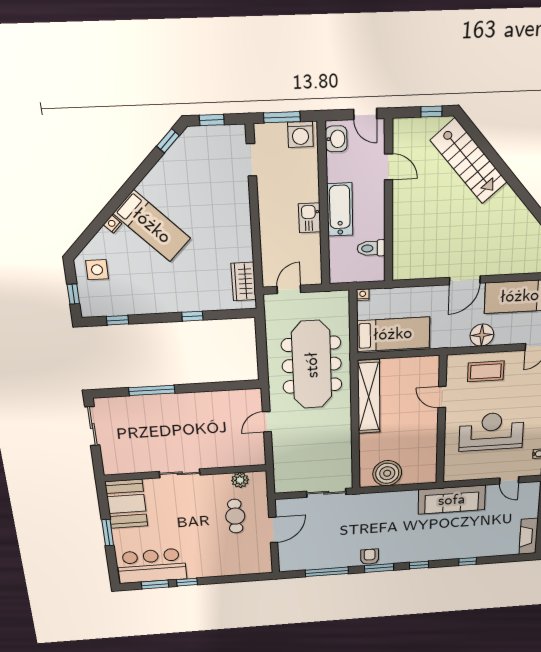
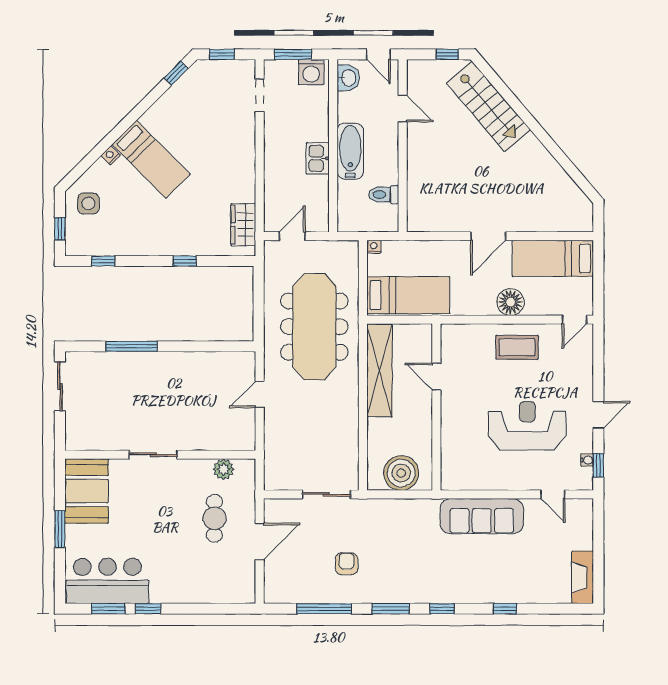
door: (442, 397) -> (436, 377), moved
wall: (441, 421) -> (436, 407), moved
armchair: (370, 557) -> (347, 564), moved

